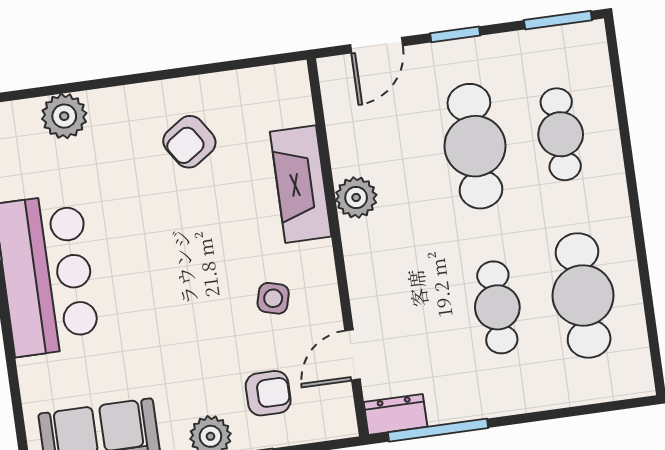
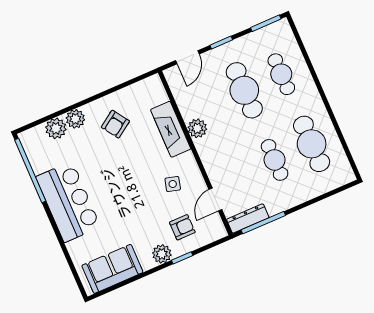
plant: (110, 108) -> (75, 119), added
dresser: (395, 414) -> (248, 218), width x1.44

